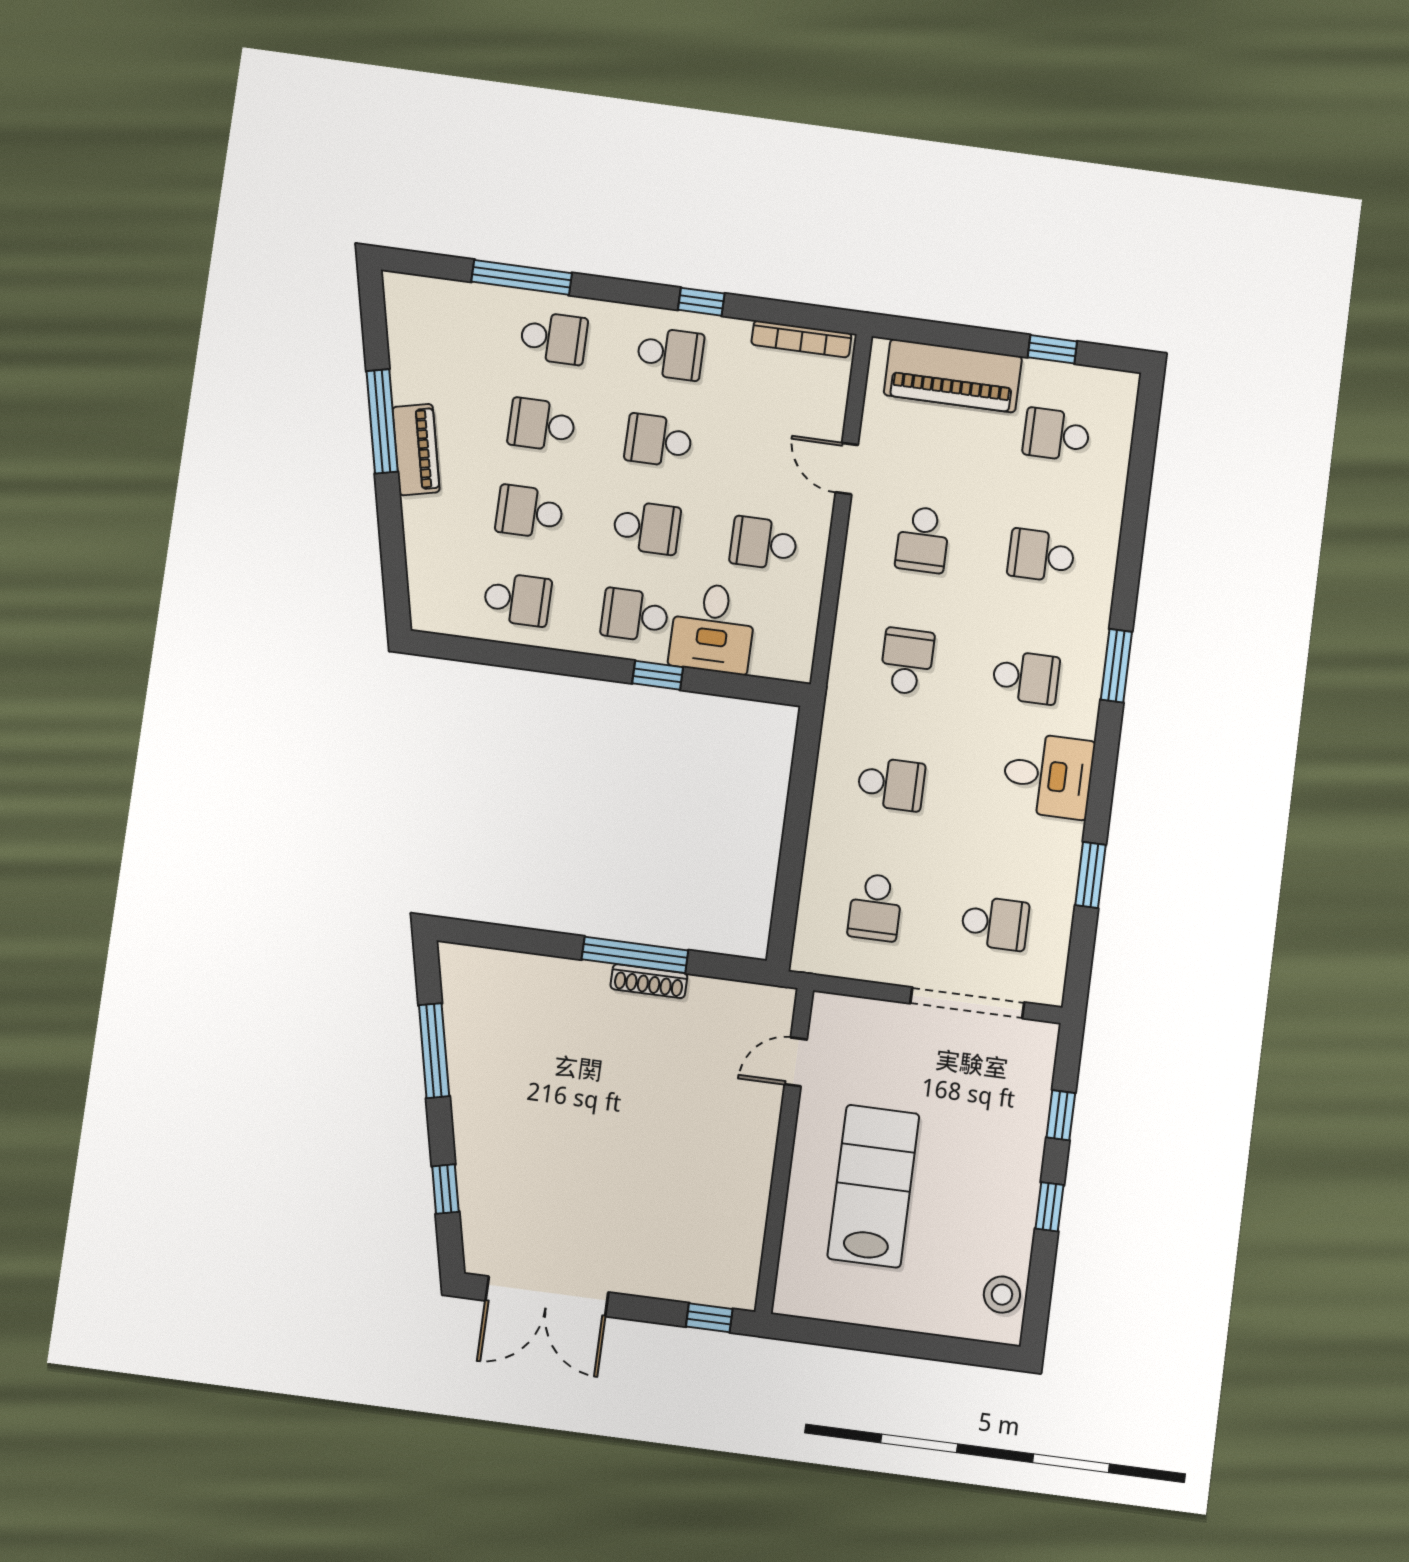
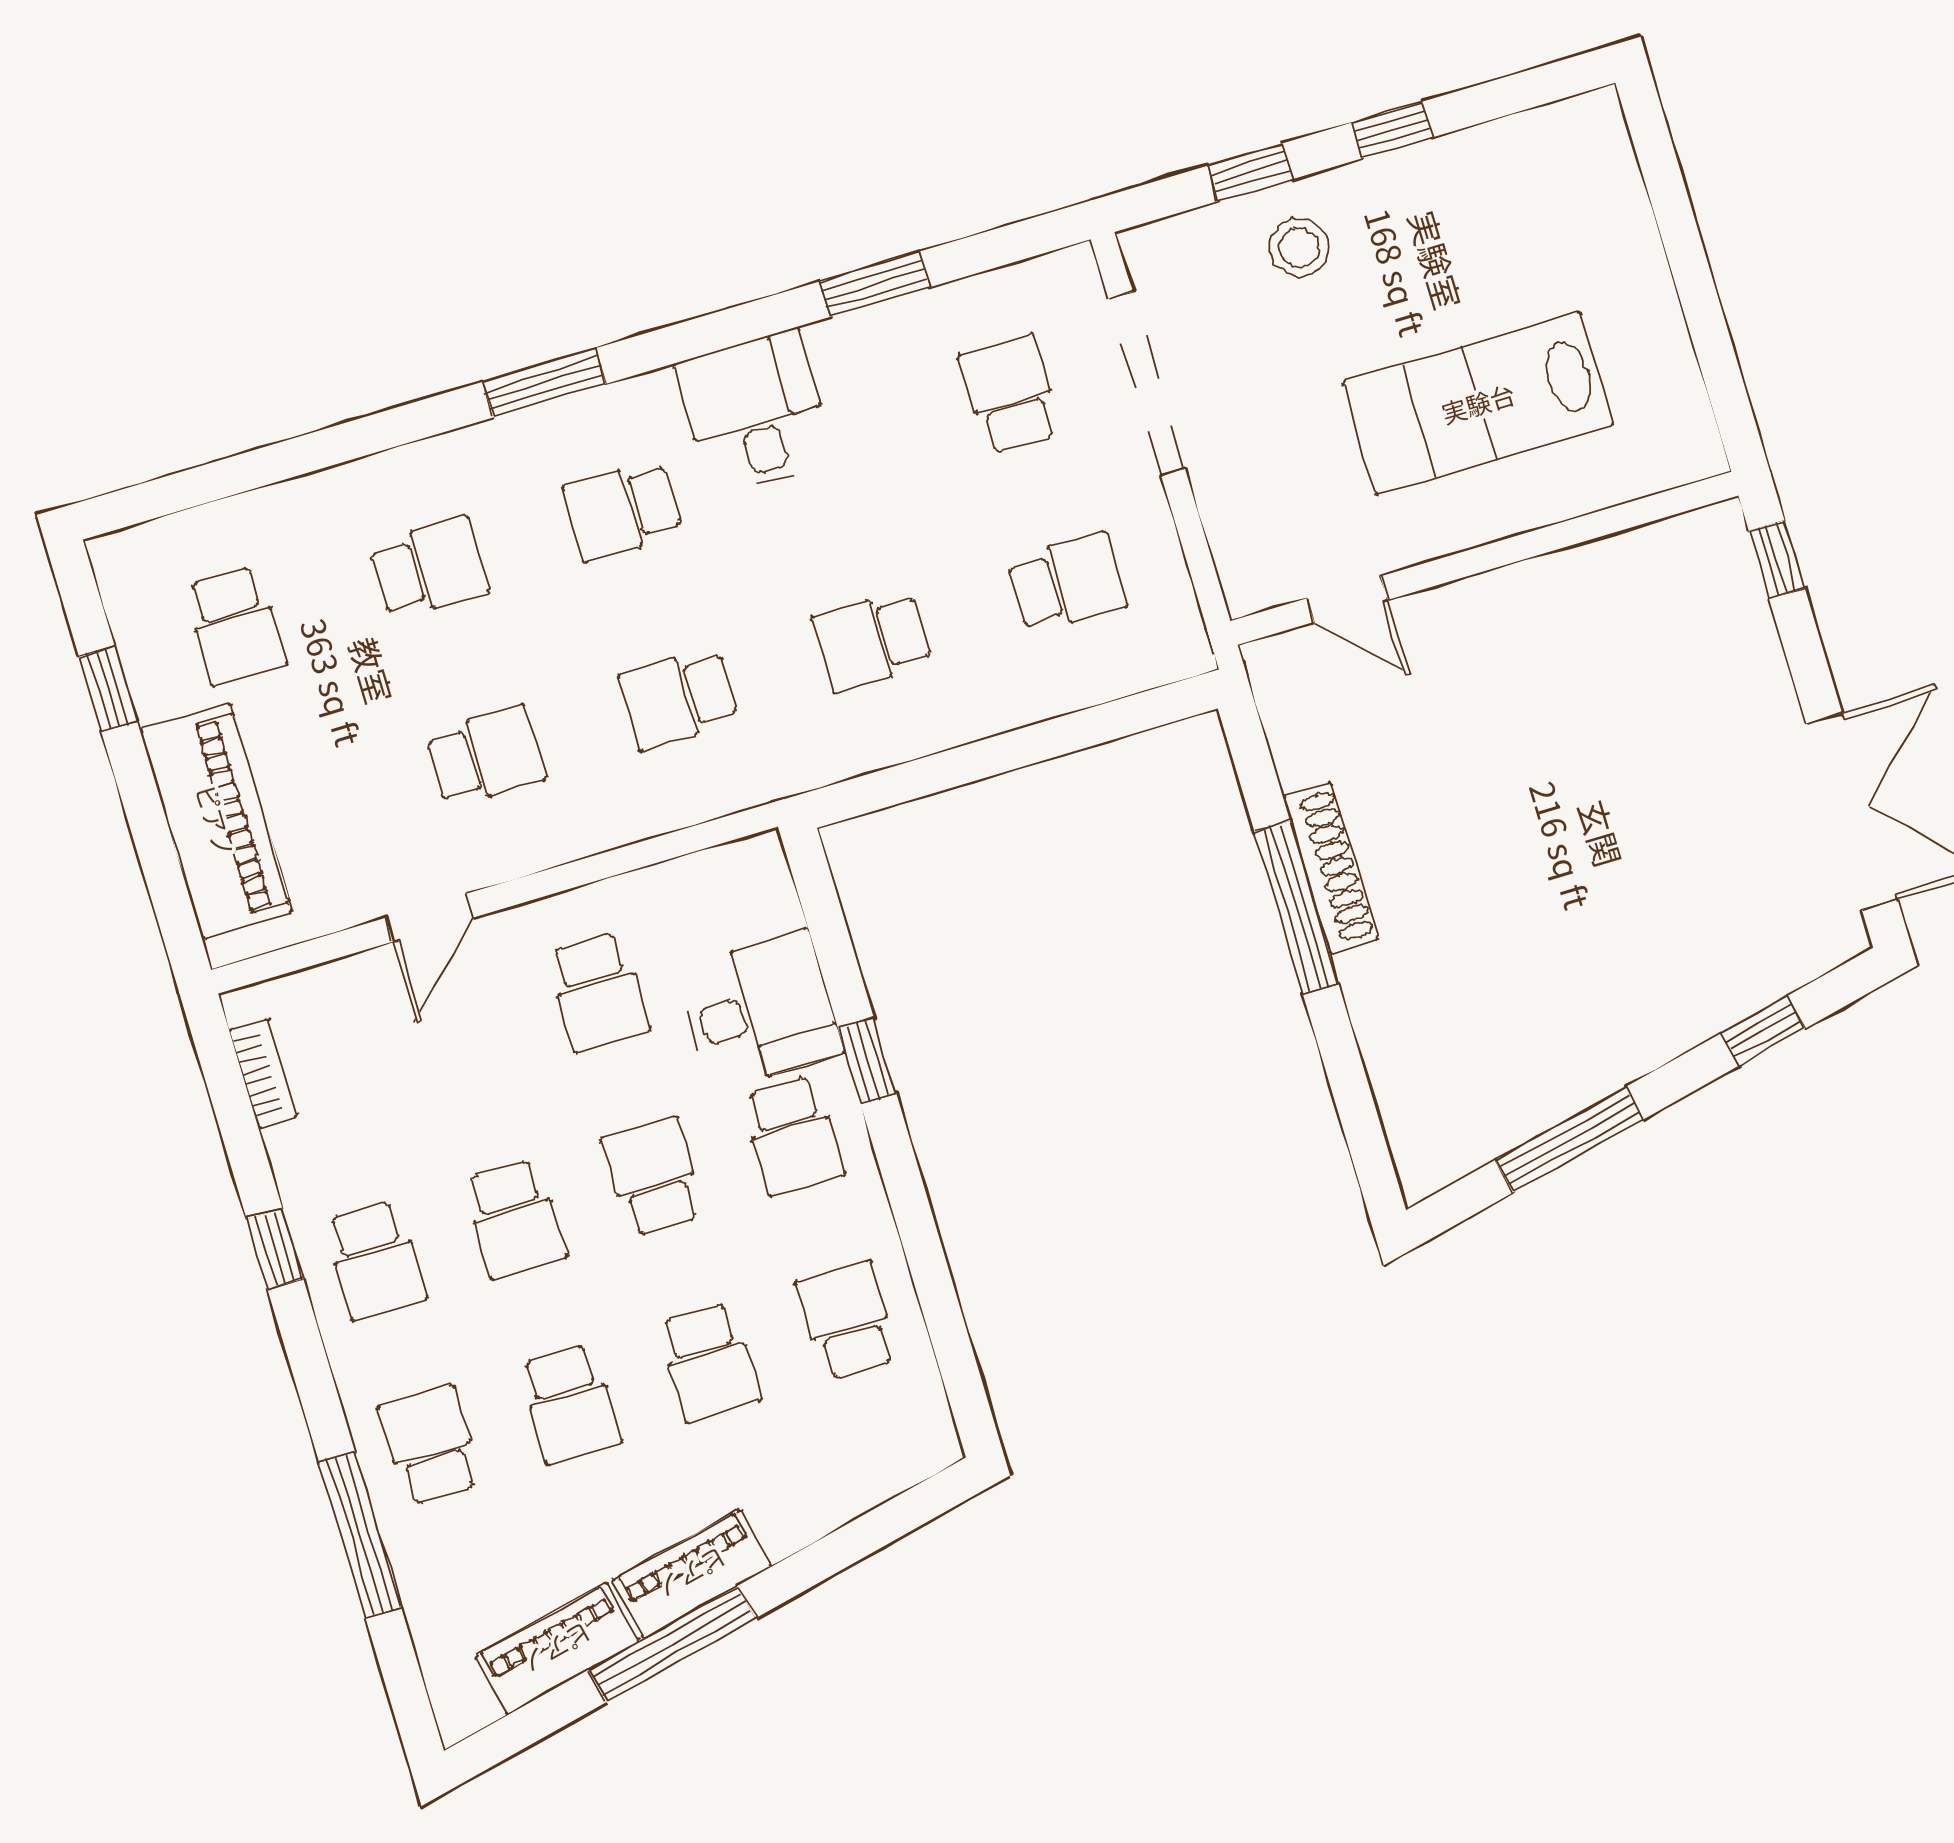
bookcase: (801, 339) -> (263, 1073), width x0.64
school desk: (670, 354) -> (375, 1260), turned 180
piano: (409, 357) -> (557, 1649), added
school desk: (1041, 556) -> (429, 568), turned -90
school desk: (1026, 677) -> (623, 510), turned -90
school desk: (891, 784) -> (873, 641), turned -90
shoe rack: (649, 981) -> (1330, 868), width x1.36, depth x1.24
stool: (1002, 1295) -> (1299, 248), moved

